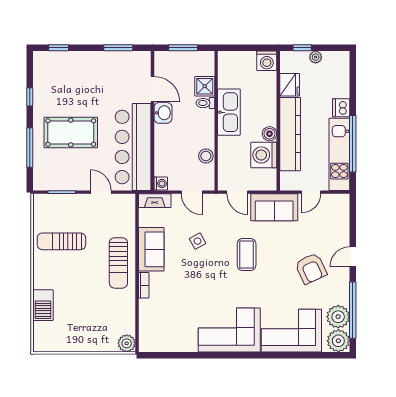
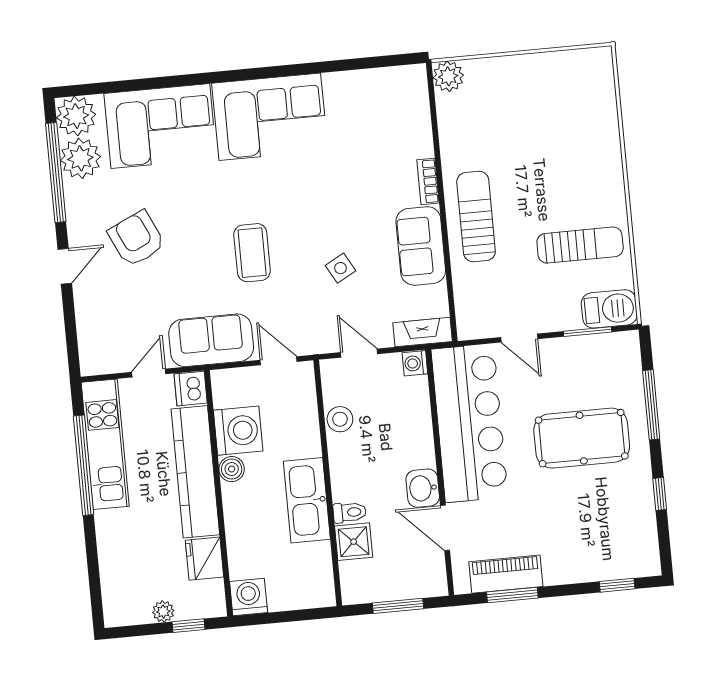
piano: (121, 60) -> (506, 574), added
dishwasher: (341, 108) -> (191, 389), moved, turned 180
barbecue: (43, 305) -> (609, 309), moved, turned 90

